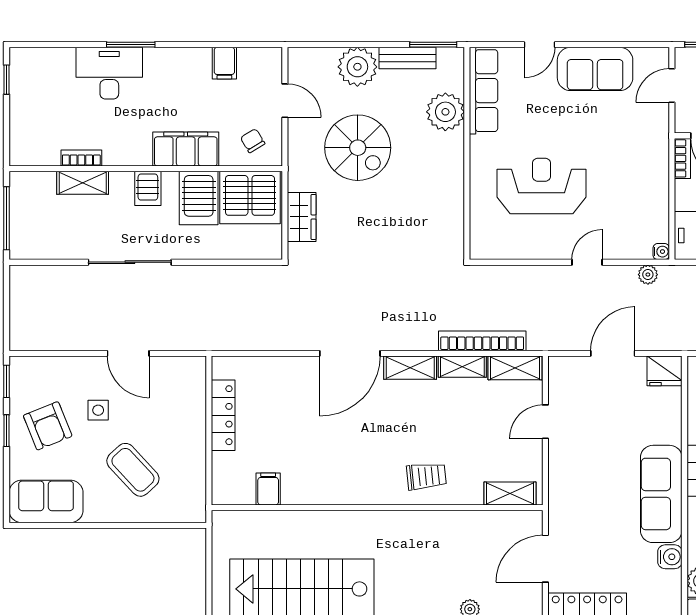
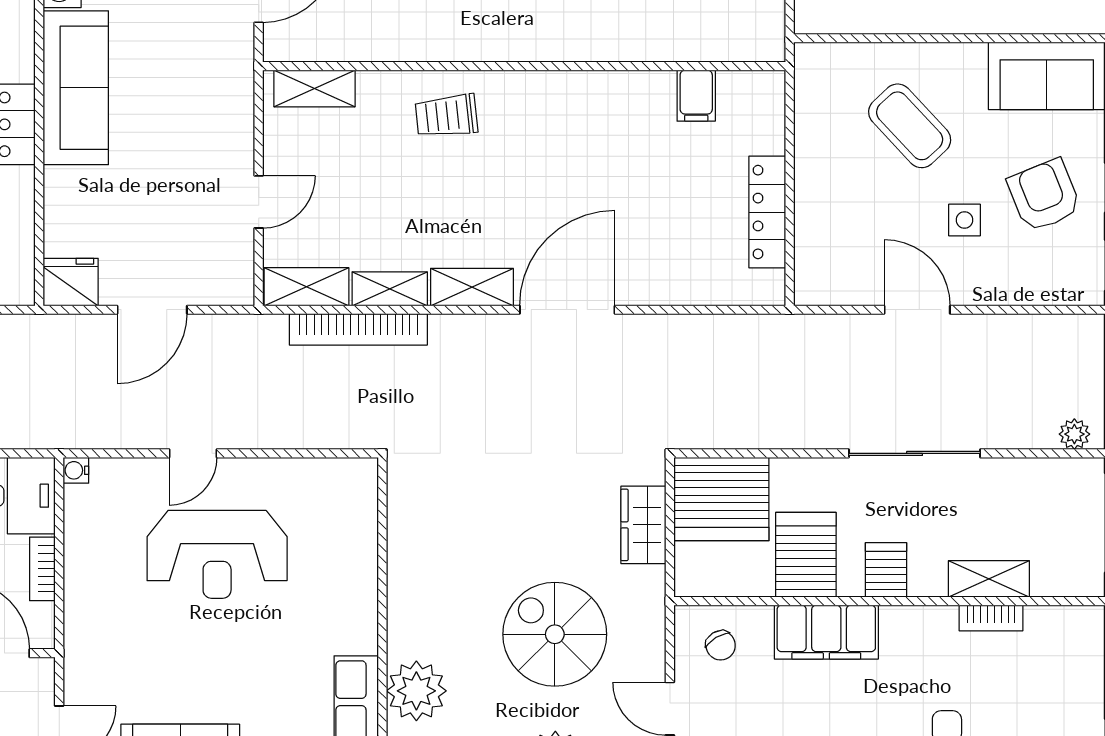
bookcase: (682, 158) -> (42, 569), moved
reception desk: (542, 186) -> (217, 554), moved
server rack: (250, 198) -> (721, 499), moved, turned 180
plant: (648, 275) -> (1074, 434), moved

